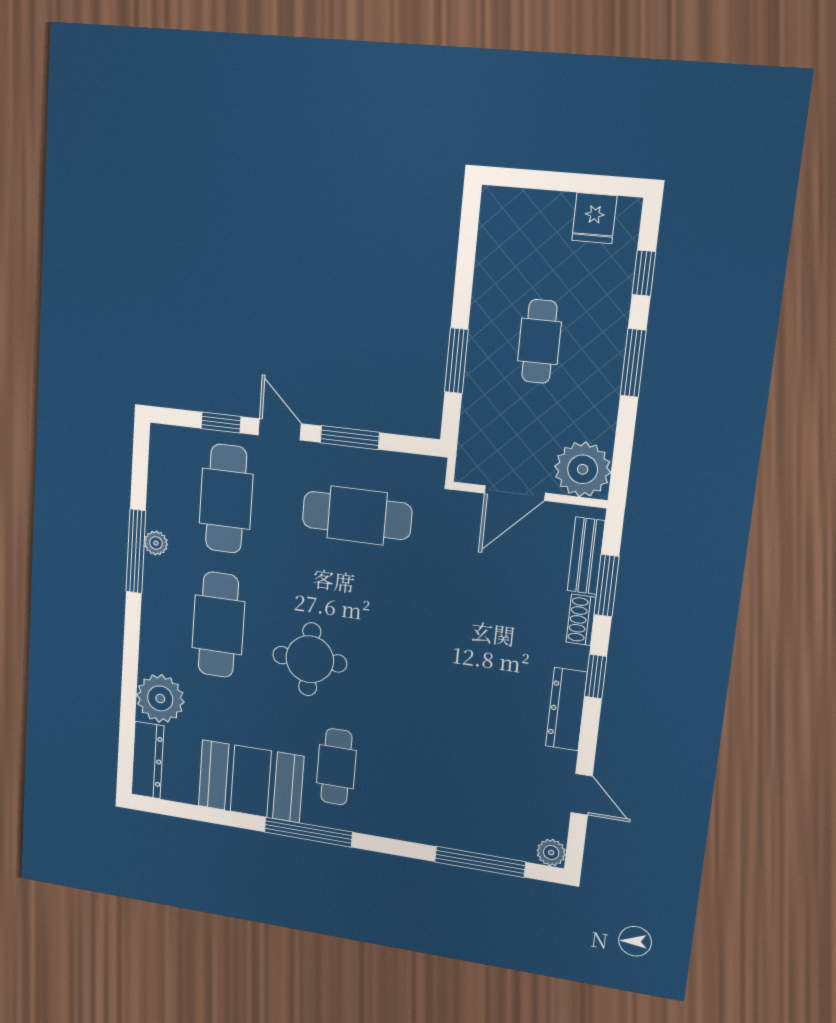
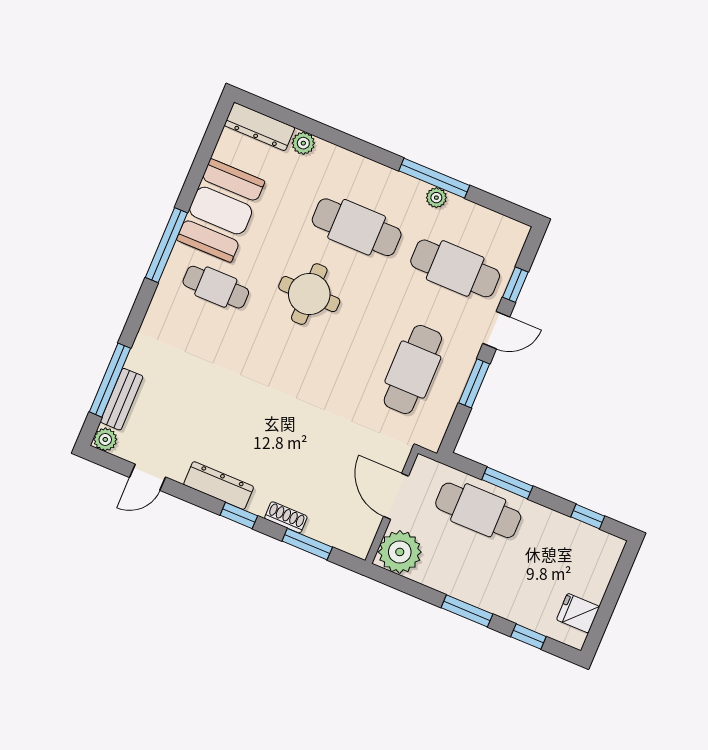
window: (467, 246) -> (588, 517), added
cafe table: (539, 341) -> (478, 510), moved, width x1.37, depth x1.35
bench: (586, 556) -> (122, 399), moved, turned 90
plant: (160, 698) -> (303, 143), width x0.53, depth x0.53

